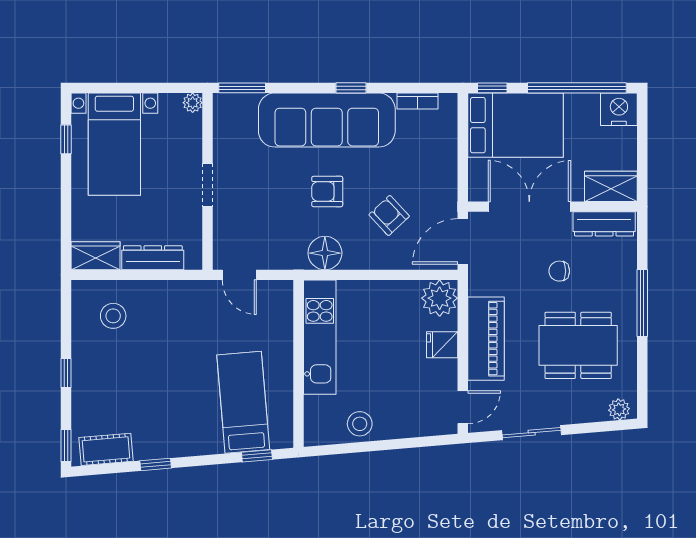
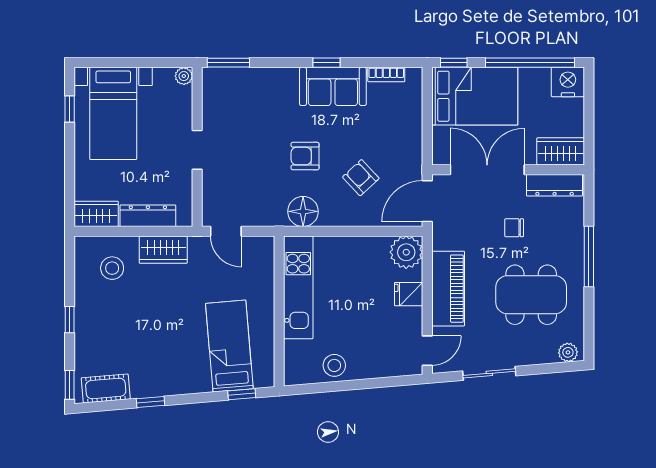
sofa: (327, 120) -> (333, 86), width x0.54, depth x0.79
wardrobe: (170, 295) -> (163, 250), added

